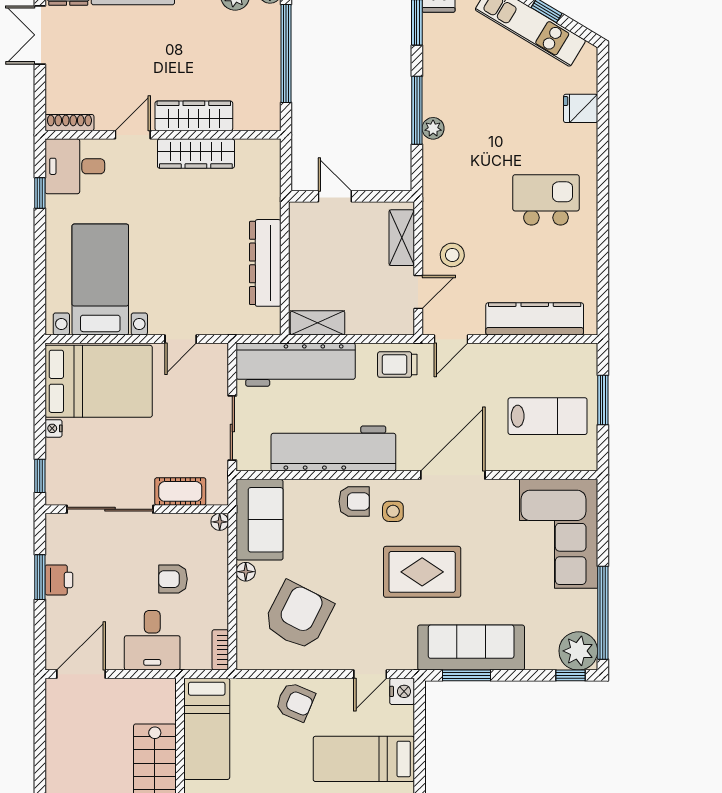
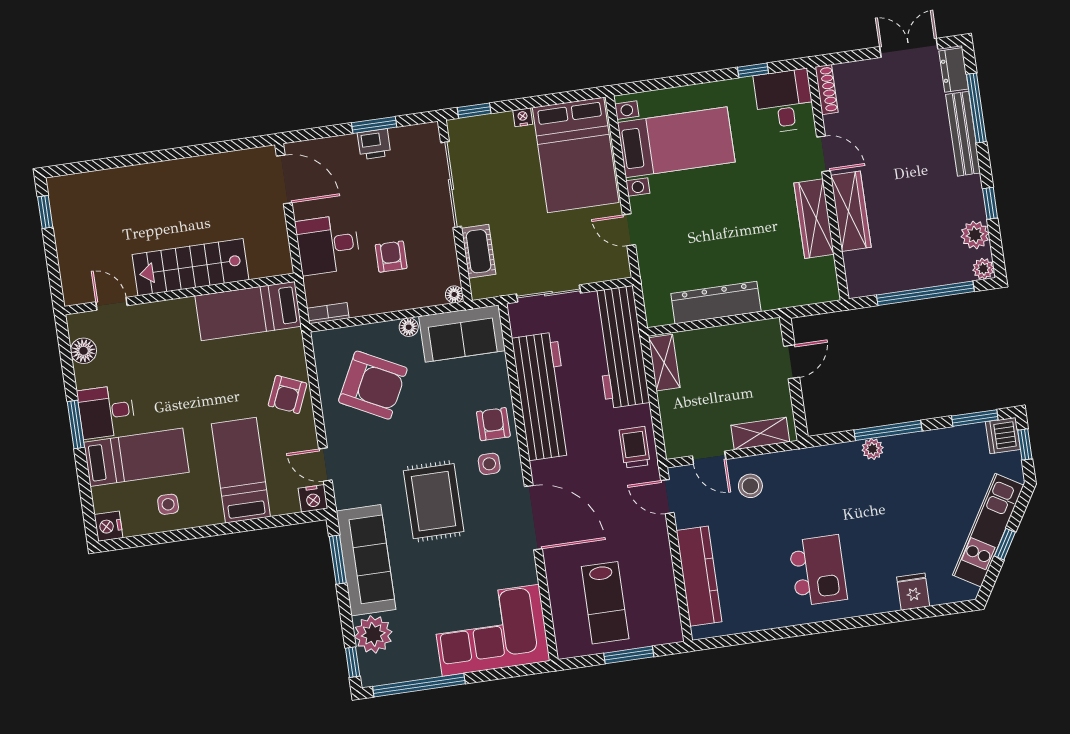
armchair: (354, 501) -> (493, 424), turned 180
plant: (578, 651) -> (373, 634), moved

